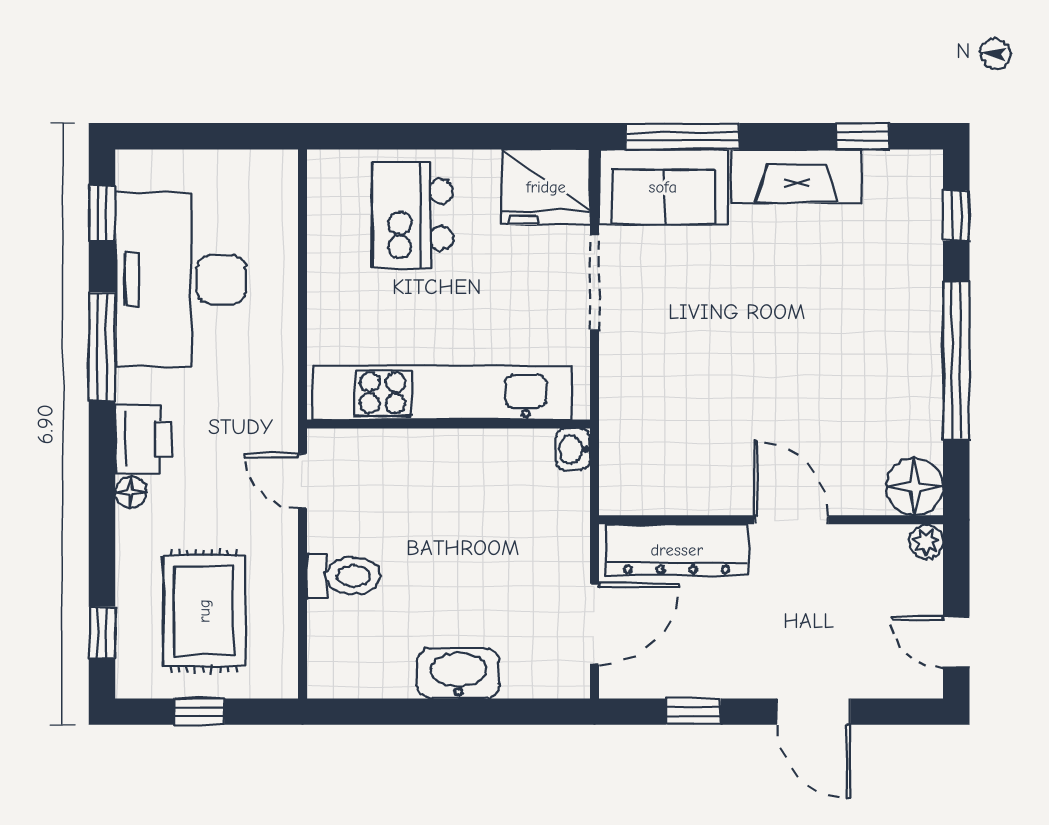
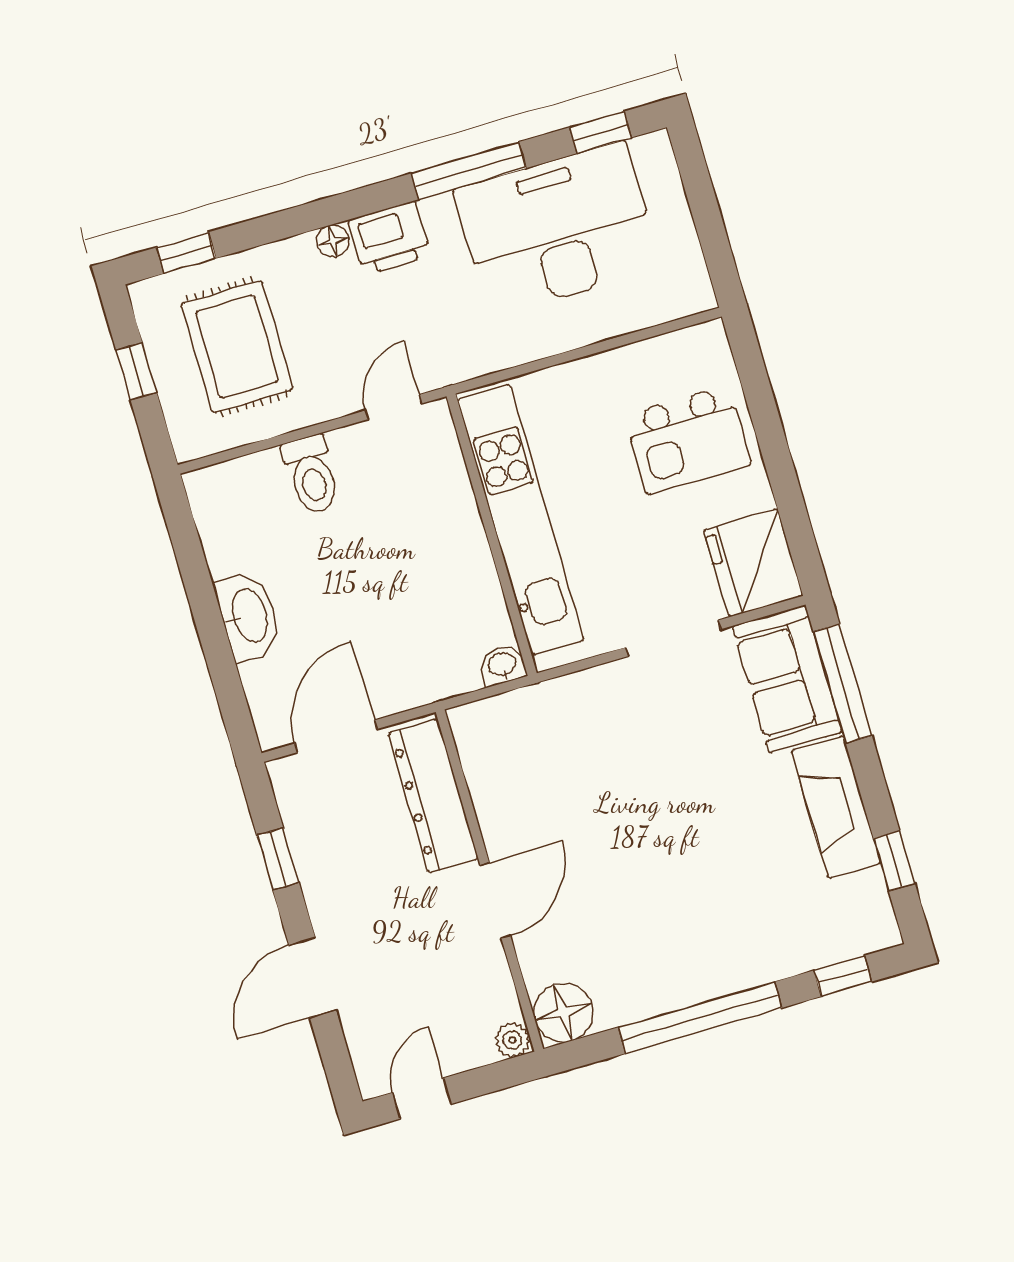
kitchen island: (413, 215) -> (688, 440), turned 180
rug: (204, 611) -> (237, 347), turned 90
door: (594, 624) -> (336, 736), swing flipped

